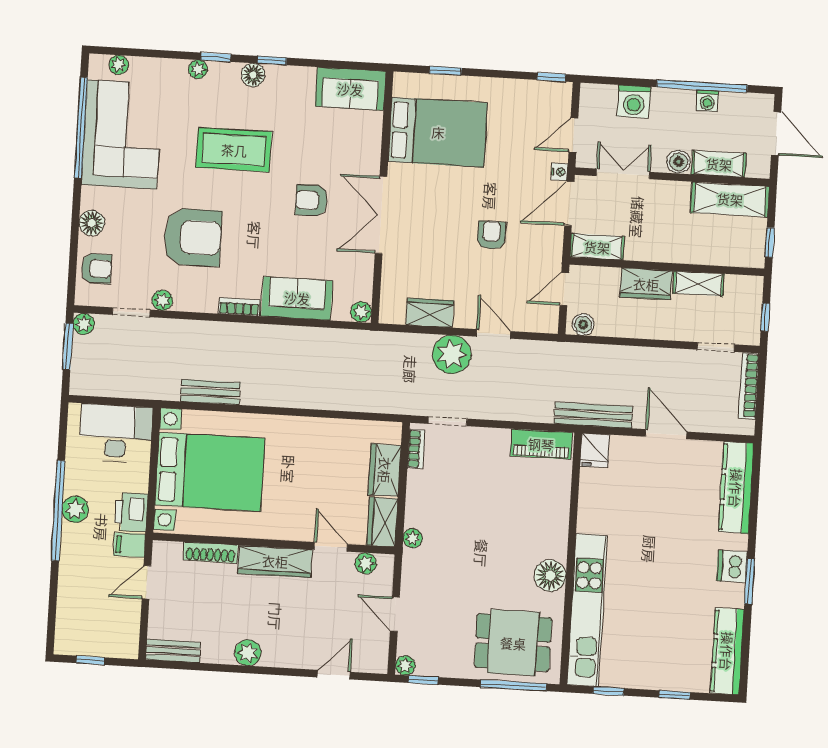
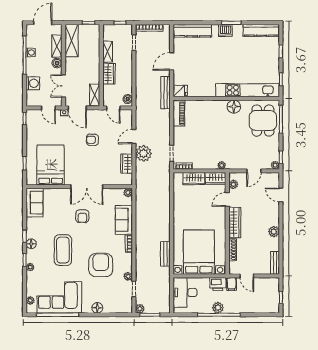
armchair: (96, 268) -> (116, 305), removed

